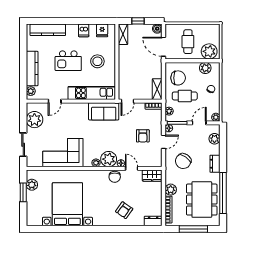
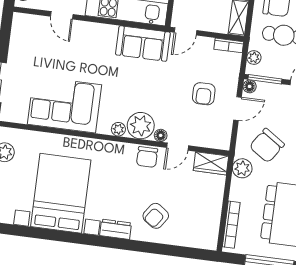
door: (55, 101) -> (62, 15), hinge flipped
plant: (34, 120) -> (23, 42), removed
door: (132, 168) -> (178, 147), swing flipped
plant: (171, 190) -> (242, 168), moved
dresser: (153, 221) -> (116, 229), moved

